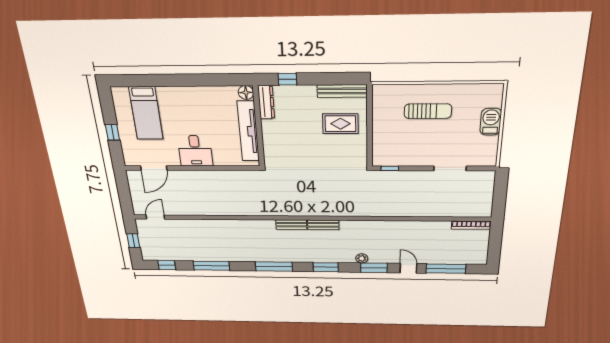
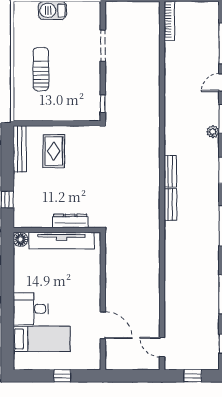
dresser: (266, 102) -> (70, 221), moved
desk: (195, 151) -> (31, 309), moved, turned 180
door: (154, 168) -> (103, 325), moved

